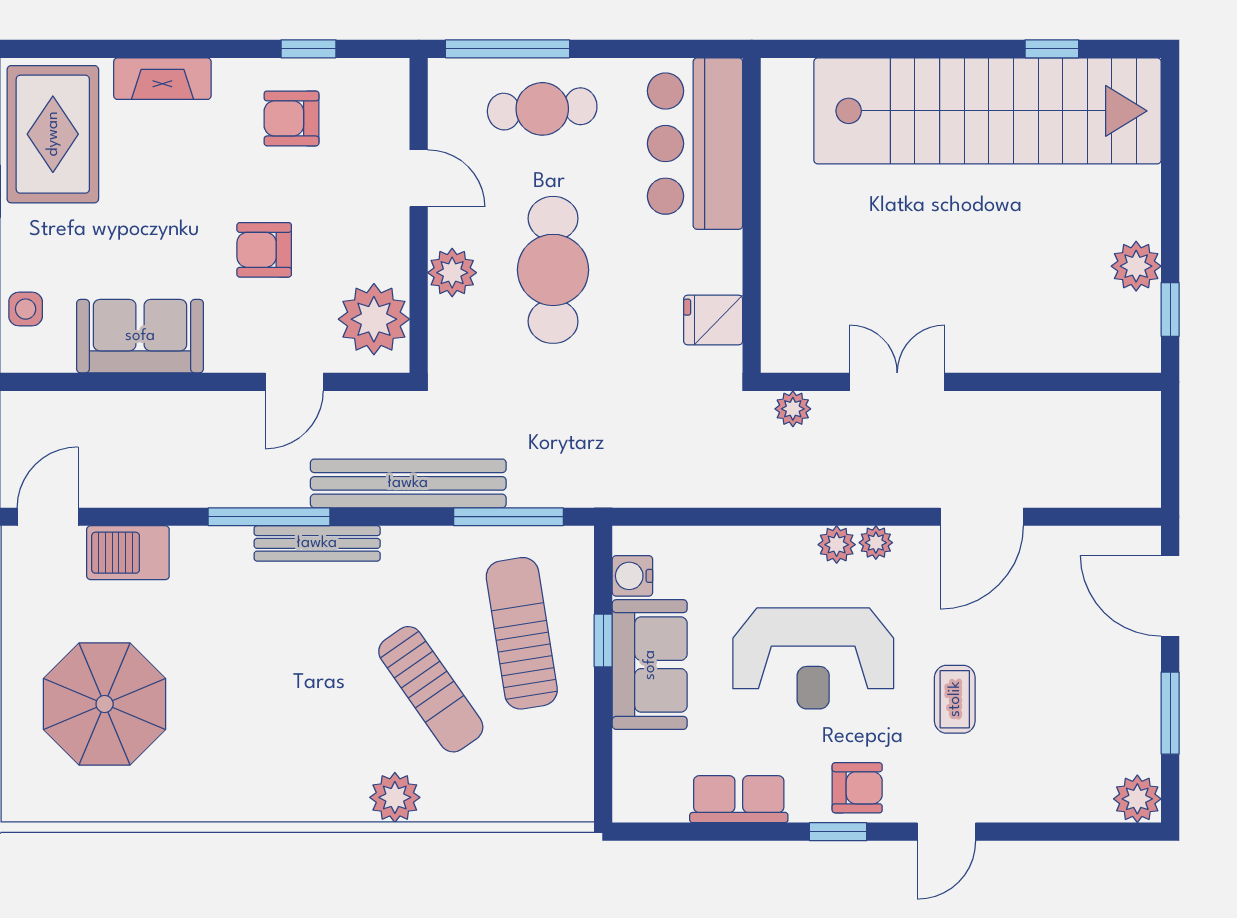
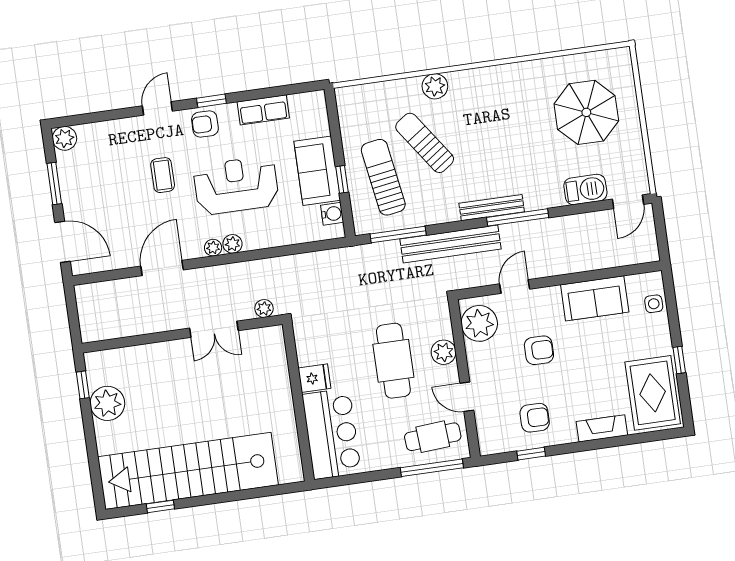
cafe table: (542, 109) -> (433, 437), moved
plant: (1136, 266) -> (107, 403), width x1.36, depth x1.36
fridge: (713, 320) -> (314, 378), moved
sun lounger: (522, 633) -> (383, 177), turned 180

